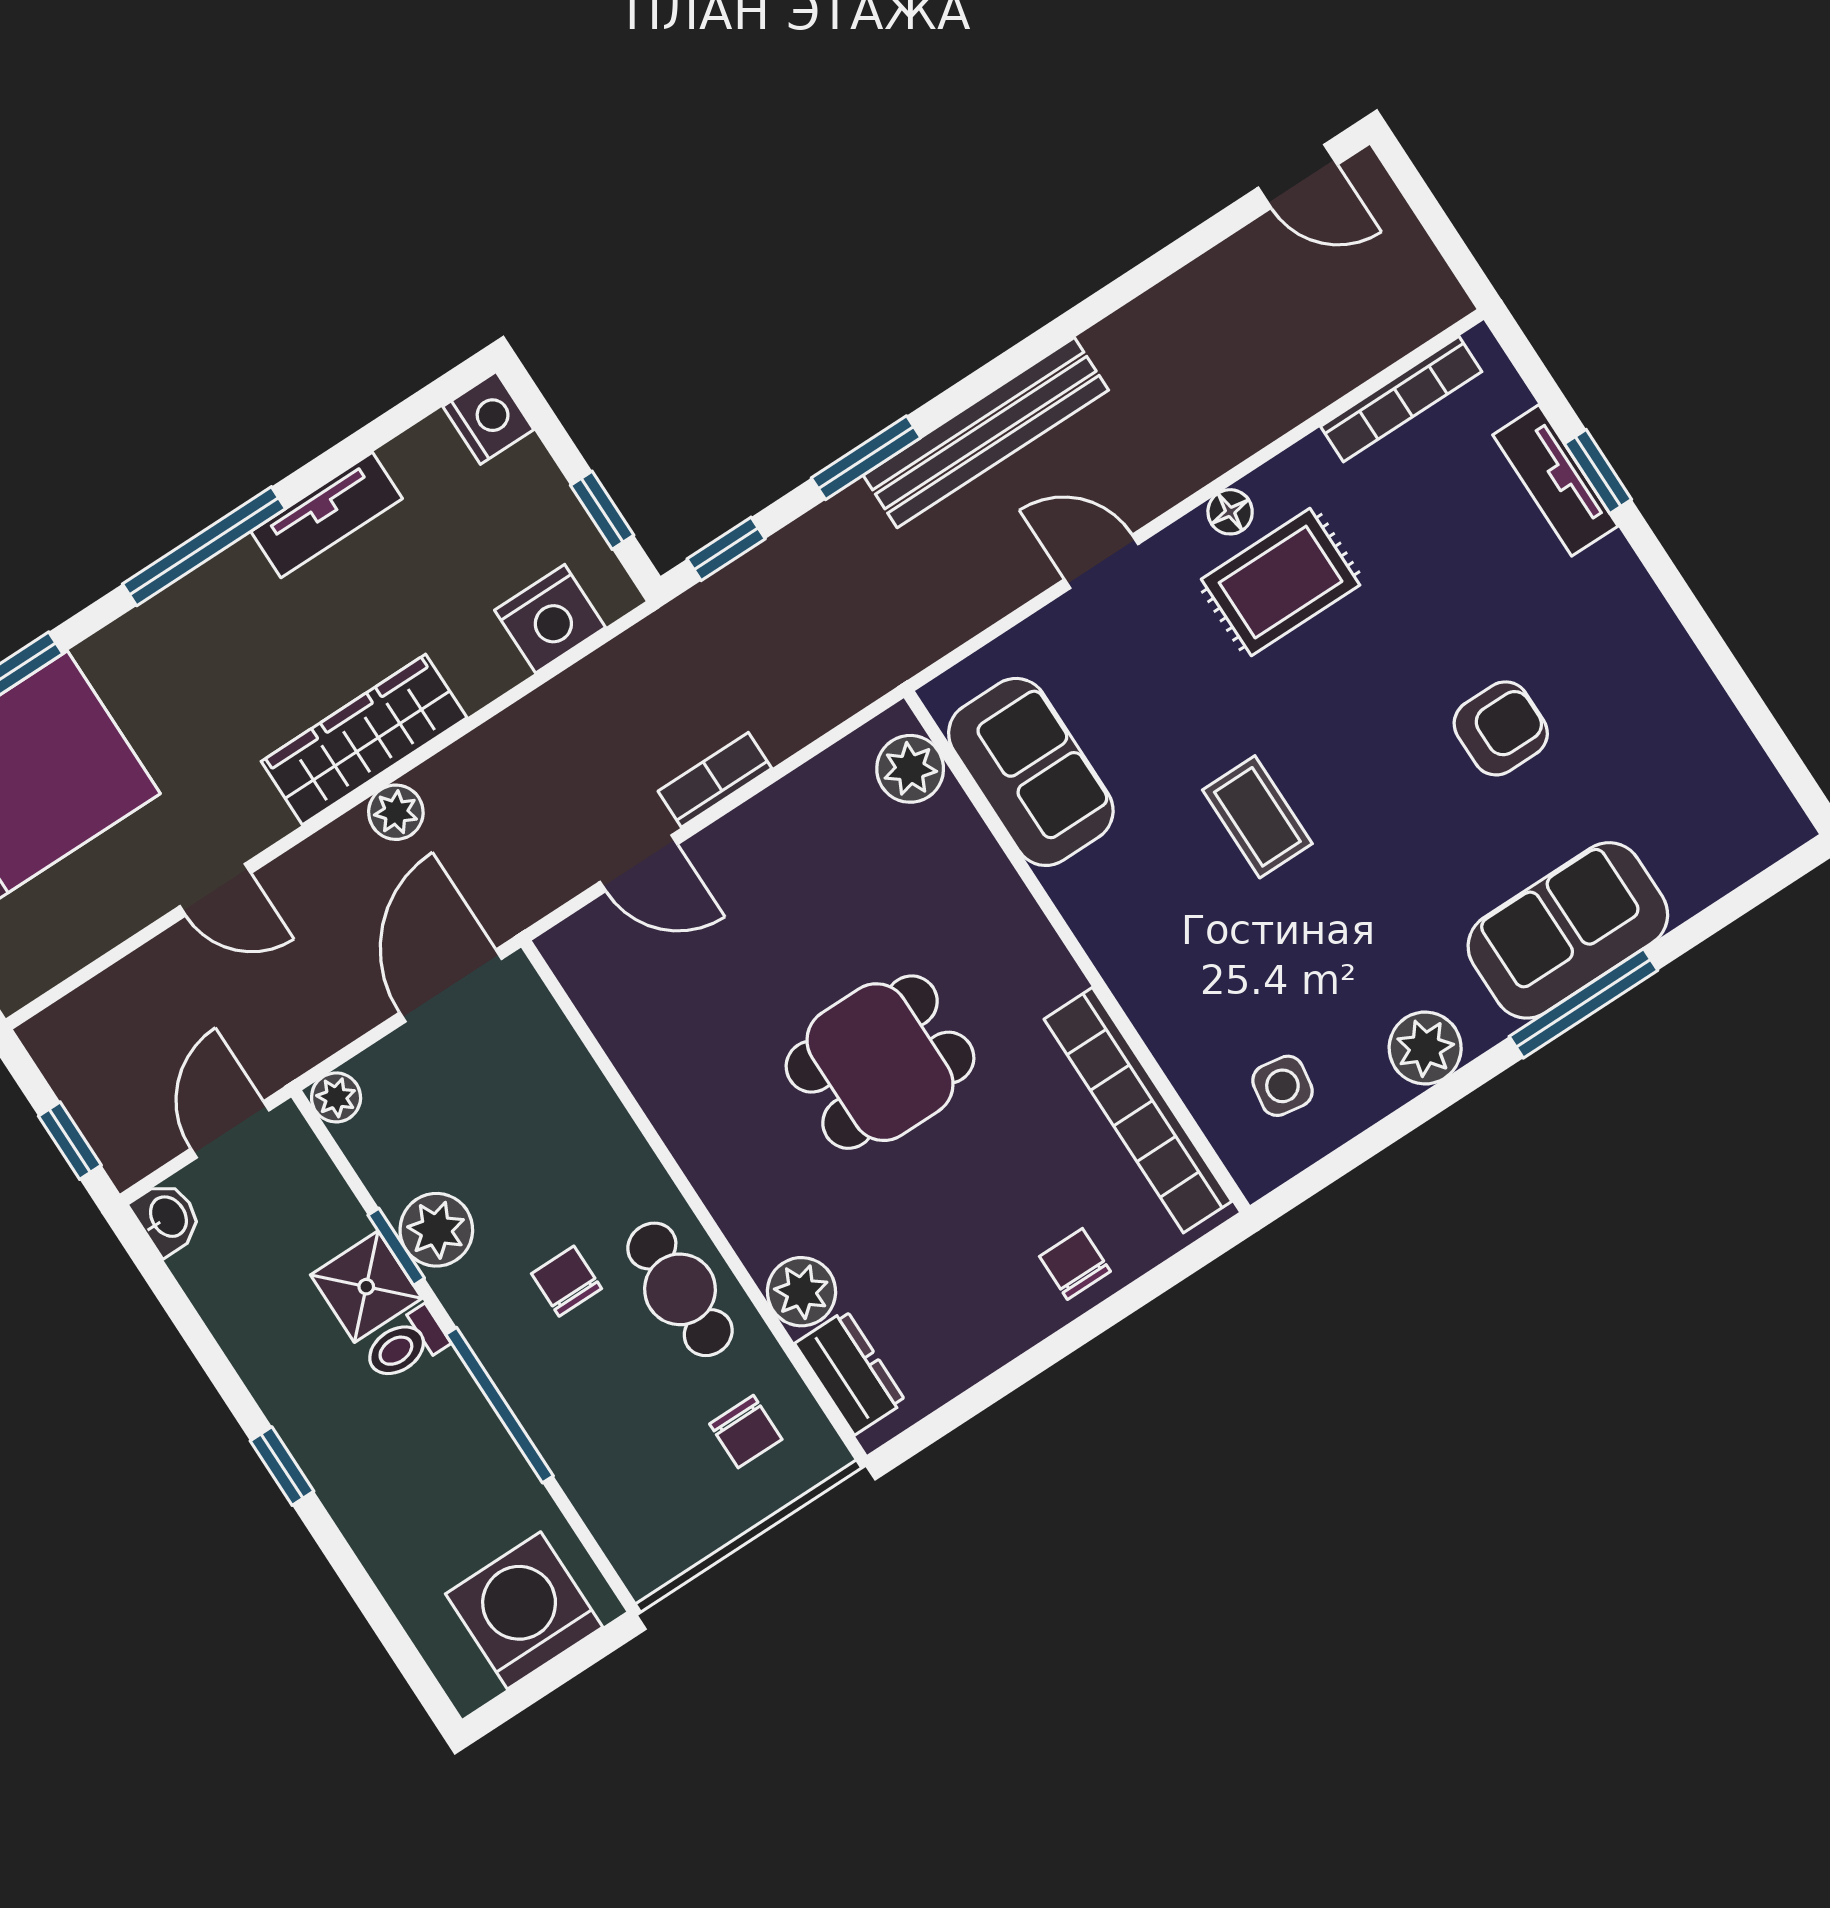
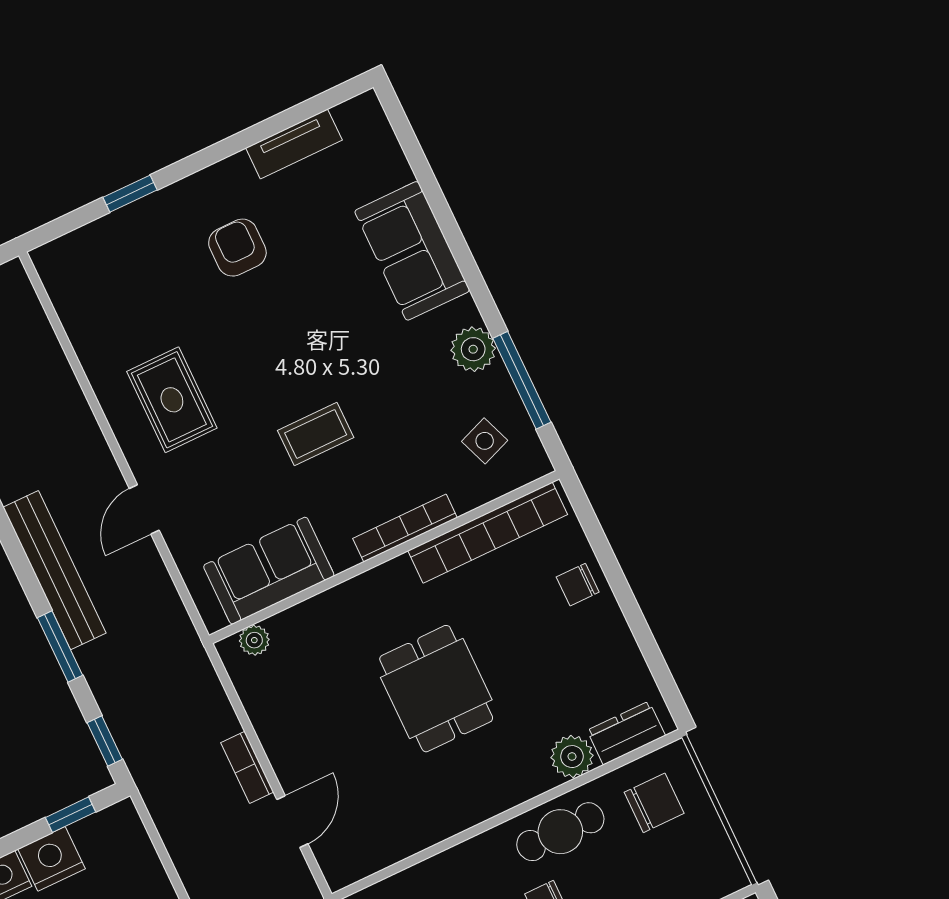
bookcase: (1401, 399) -> (405, 528), moved, turned -90
tv unit: (1555, 480) -> (294, 144), moved
floor lamp: (1230, 512) -> (124, 425), removed
nightstand: (550, 619) -> (51, 859), moved, turned -90
armchair: (1501, 728) -> (237, 248), moved
plant: (910, 769) -> (254, 640), width x0.73, depth x0.73
window: (1583, 1003) -> (522, 380), moved
side table: (1282, 1086) -> (485, 441), turned -30
chair: (746, 1432) -> (654, 803), width x1.37, depth x1.37

